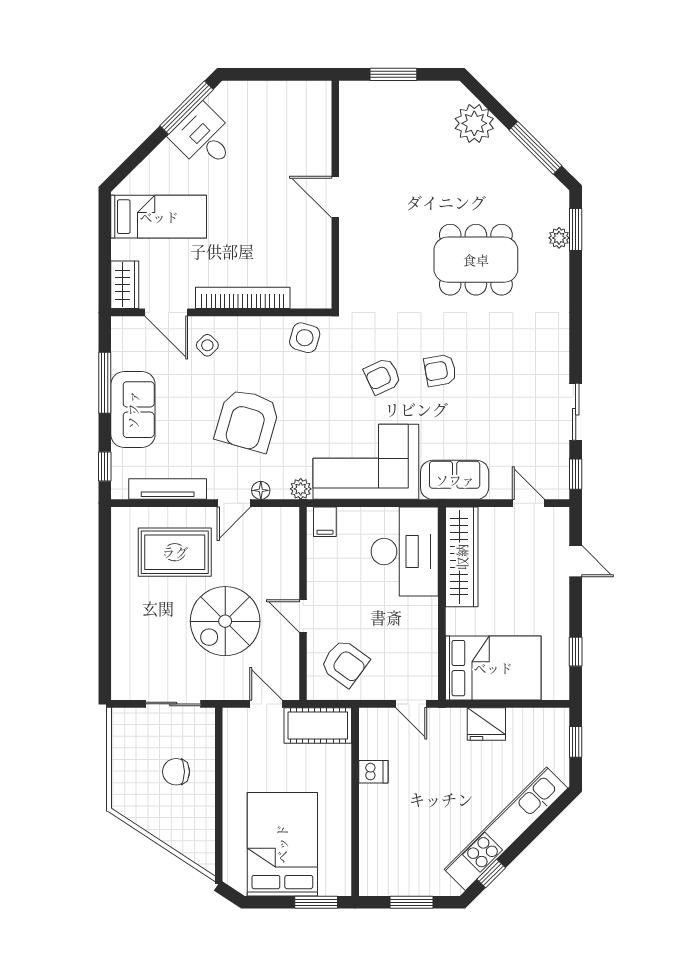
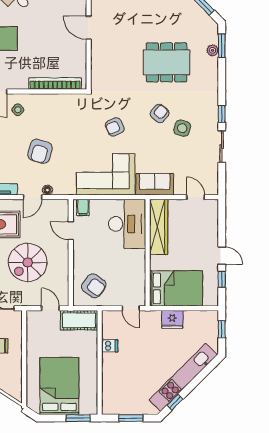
bookcase: (243, 298) -> (55, 84), moved
side table: (305, 338) -> (182, 128), moved
armchair: (440, 370) -> (160, 113), moved, turned 139
armchair: (247, 420) -> (40, 151), width x0.73, depth x0.73
window: (576, 474) -> (222, 114), moved
plant: (301, 489) -> (69, 189), removed
door: (576, 561) -> (222, 256), moved
door: (303, 616) -> (71, 231), moved

